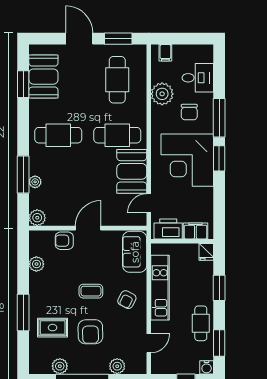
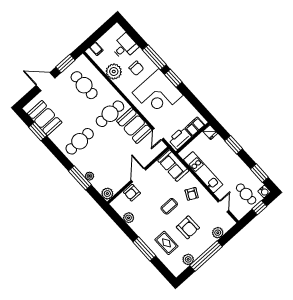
cafe table: (201, 323) -> (246, 194), moved
rug: (53, 328) -> (166, 243), turned 90

